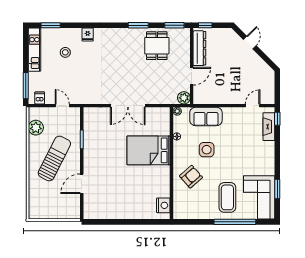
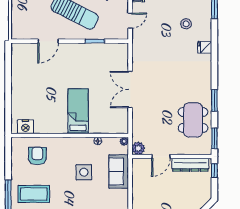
dining table: (157, 46) -> (193, 120), width x1.38
door: (192, 76) -> (161, 157), hinge flipped
bed: (149, 150) -> (78, 111), width x0.67
armchair: (191, 177) -> (37, 156), moved, turned -139
door: (82, 184) -> (48, 41), swing flipped

